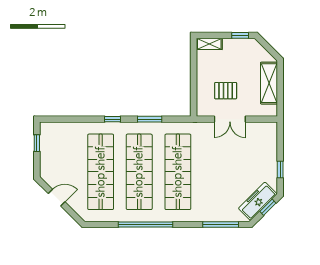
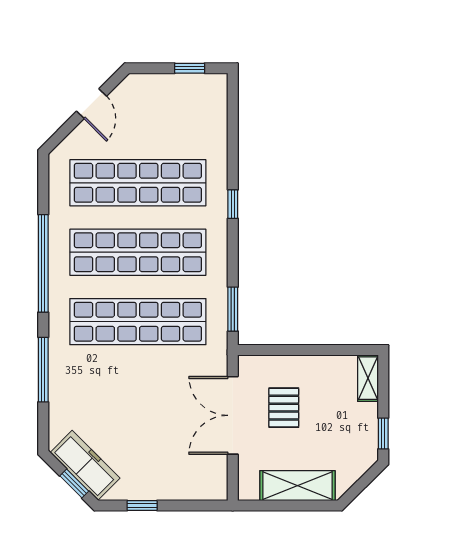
window: (150, 119) -> (233, 309), moved
double door: (230, 119) -> (233, 415), width x1.37
window: (221, 225) -> (43, 370), moved

